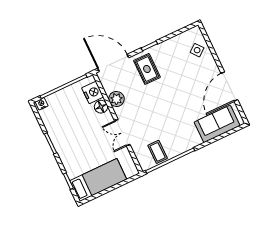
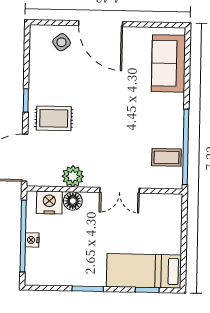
door: (229, 87) -> (101, 24), moved
nightstand: (42, 104) -> (32, 240), moved
bed: (98, 180) -> (144, 271), moved, turned -90

